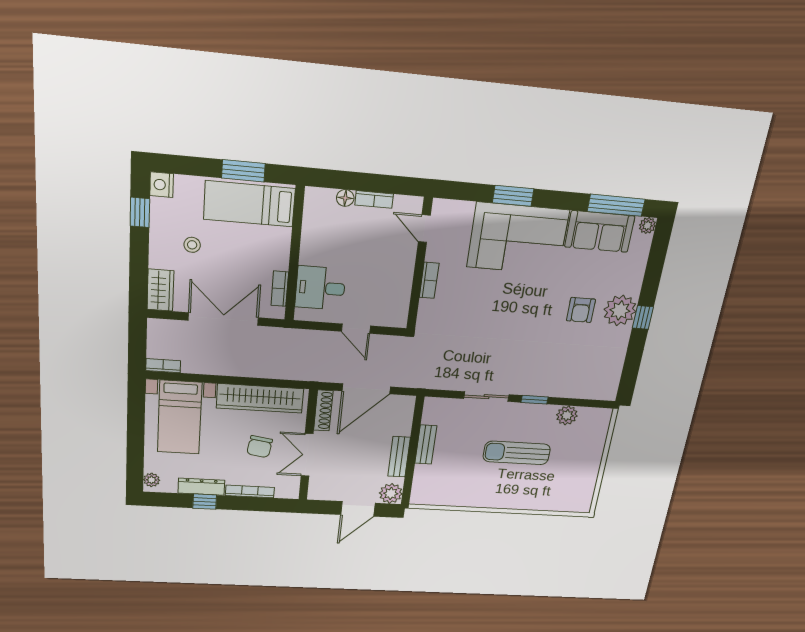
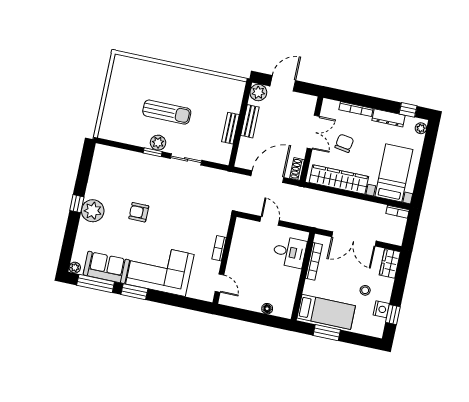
nightstand: (162, 185) -> (381, 309), moved
window: (513, 196) -> (134, 292), moved
bookcase: (374, 199) -> (249, 306), removed
bookcase: (280, 289) -> (314, 261), width x1.56
armchair: (581, 310) -> (139, 212), moved, turned -90
shoe rack: (323, 410) -> (297, 169), width x0.70
plant: (567, 415) -> (158, 143), moved
window: (205, 502) -> (408, 110), moved

